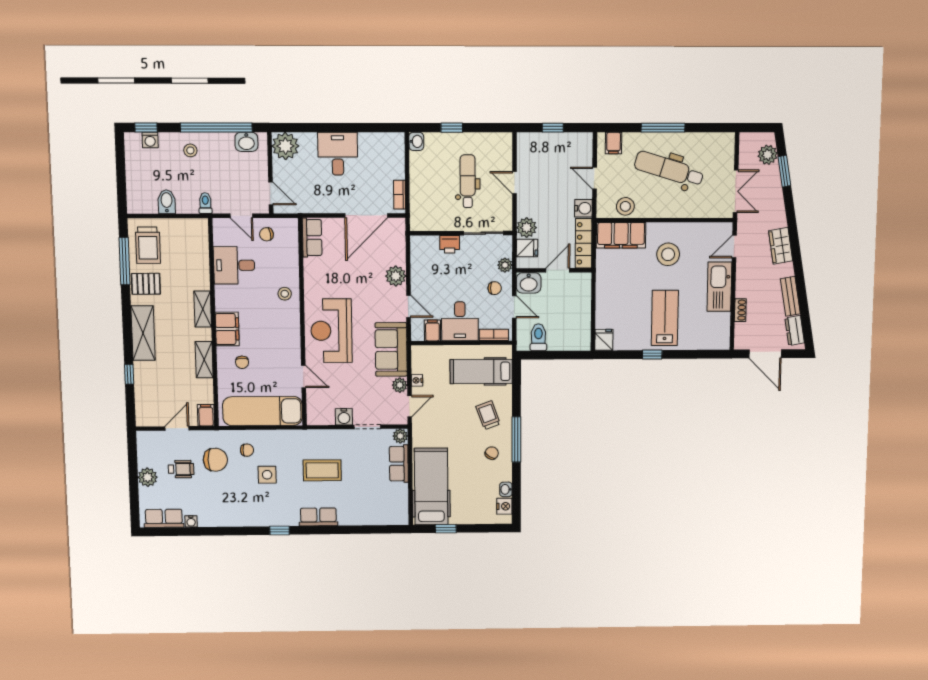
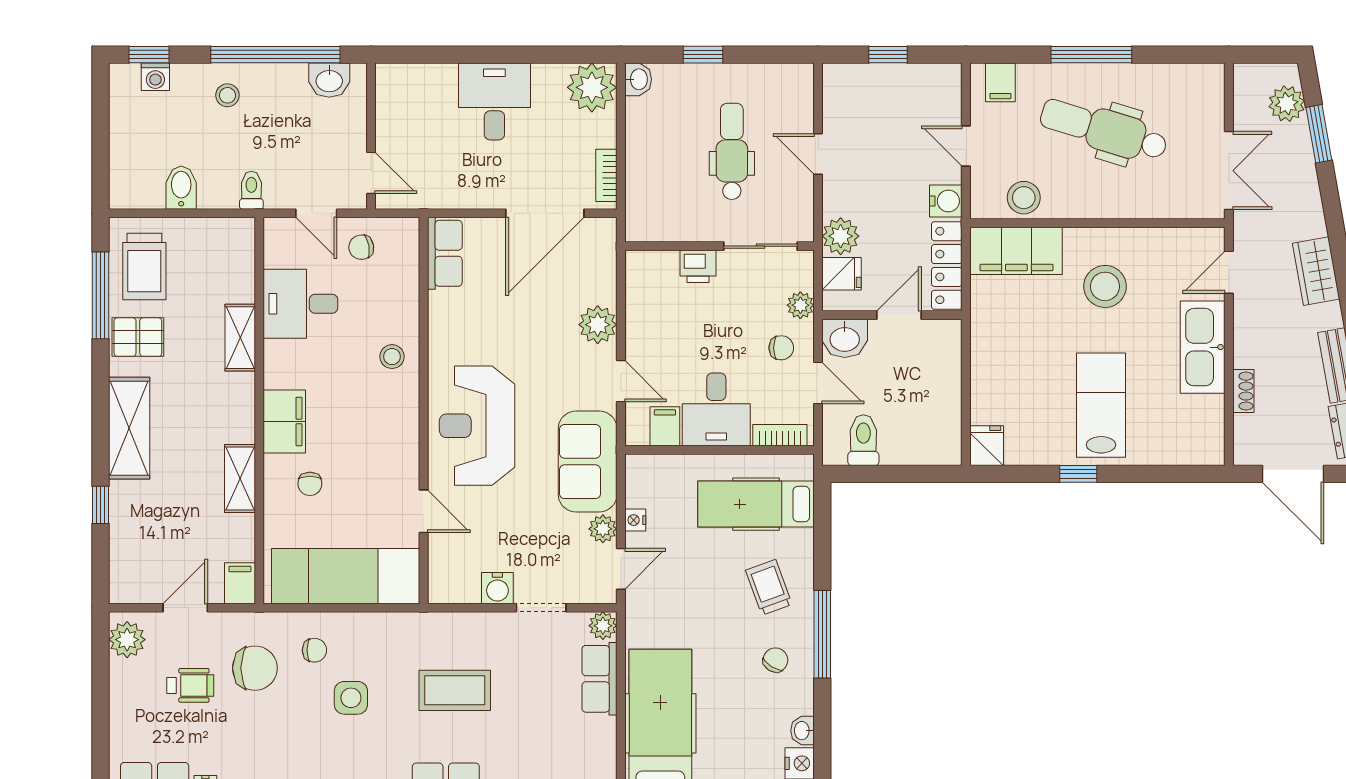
plant: (285, 146) -> (592, 87), moved
shelving: (203, 309) -> (240, 338), moved
plant: (148, 477) -> (127, 640), moved

